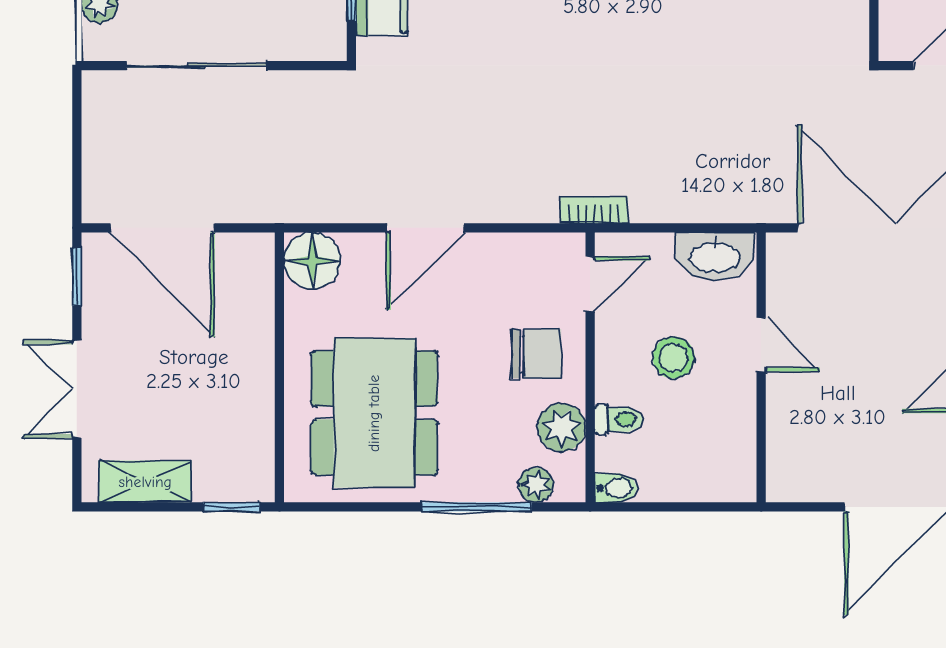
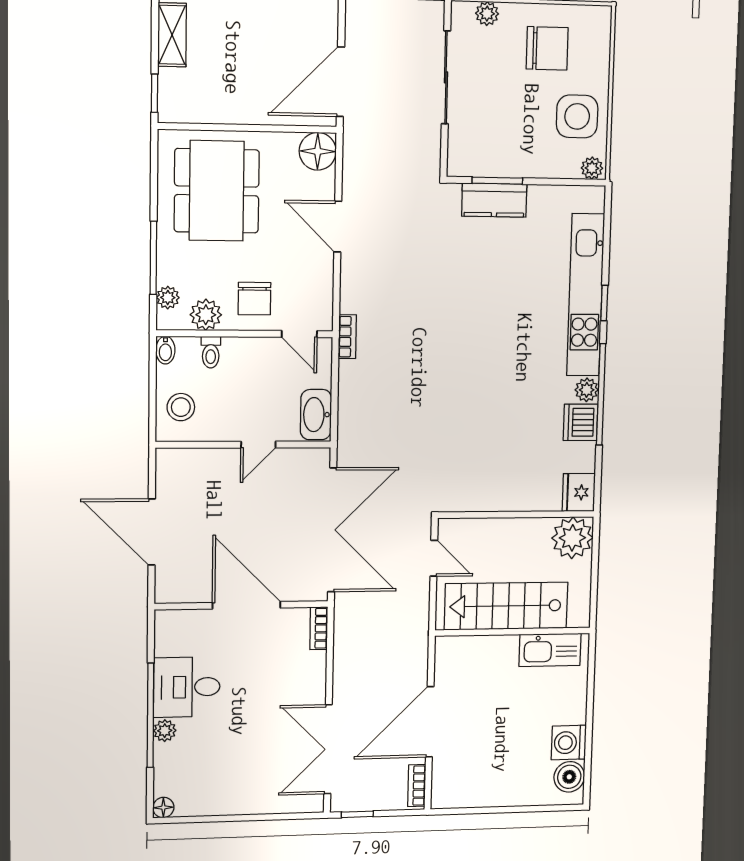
door: (162, 228) -> (340, 82), moved
stool: (674, 358) -> (181, 407), moved
dining table: (374, 413) -> (217, 191), turned 90

